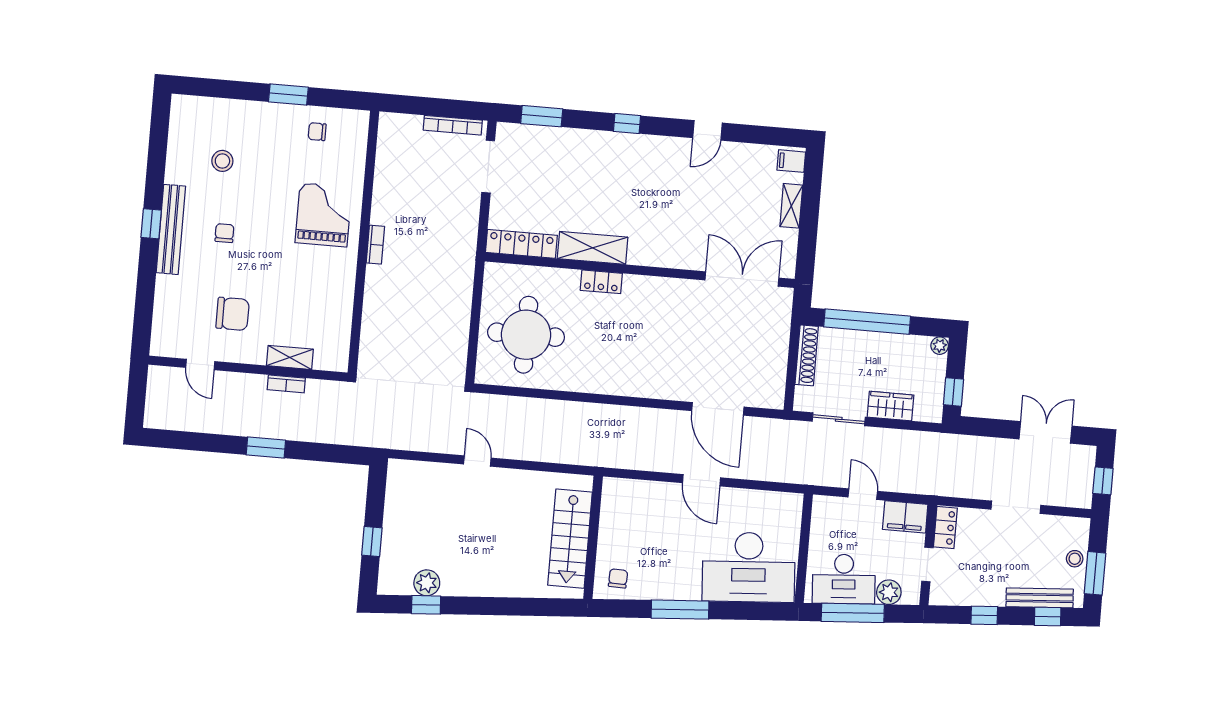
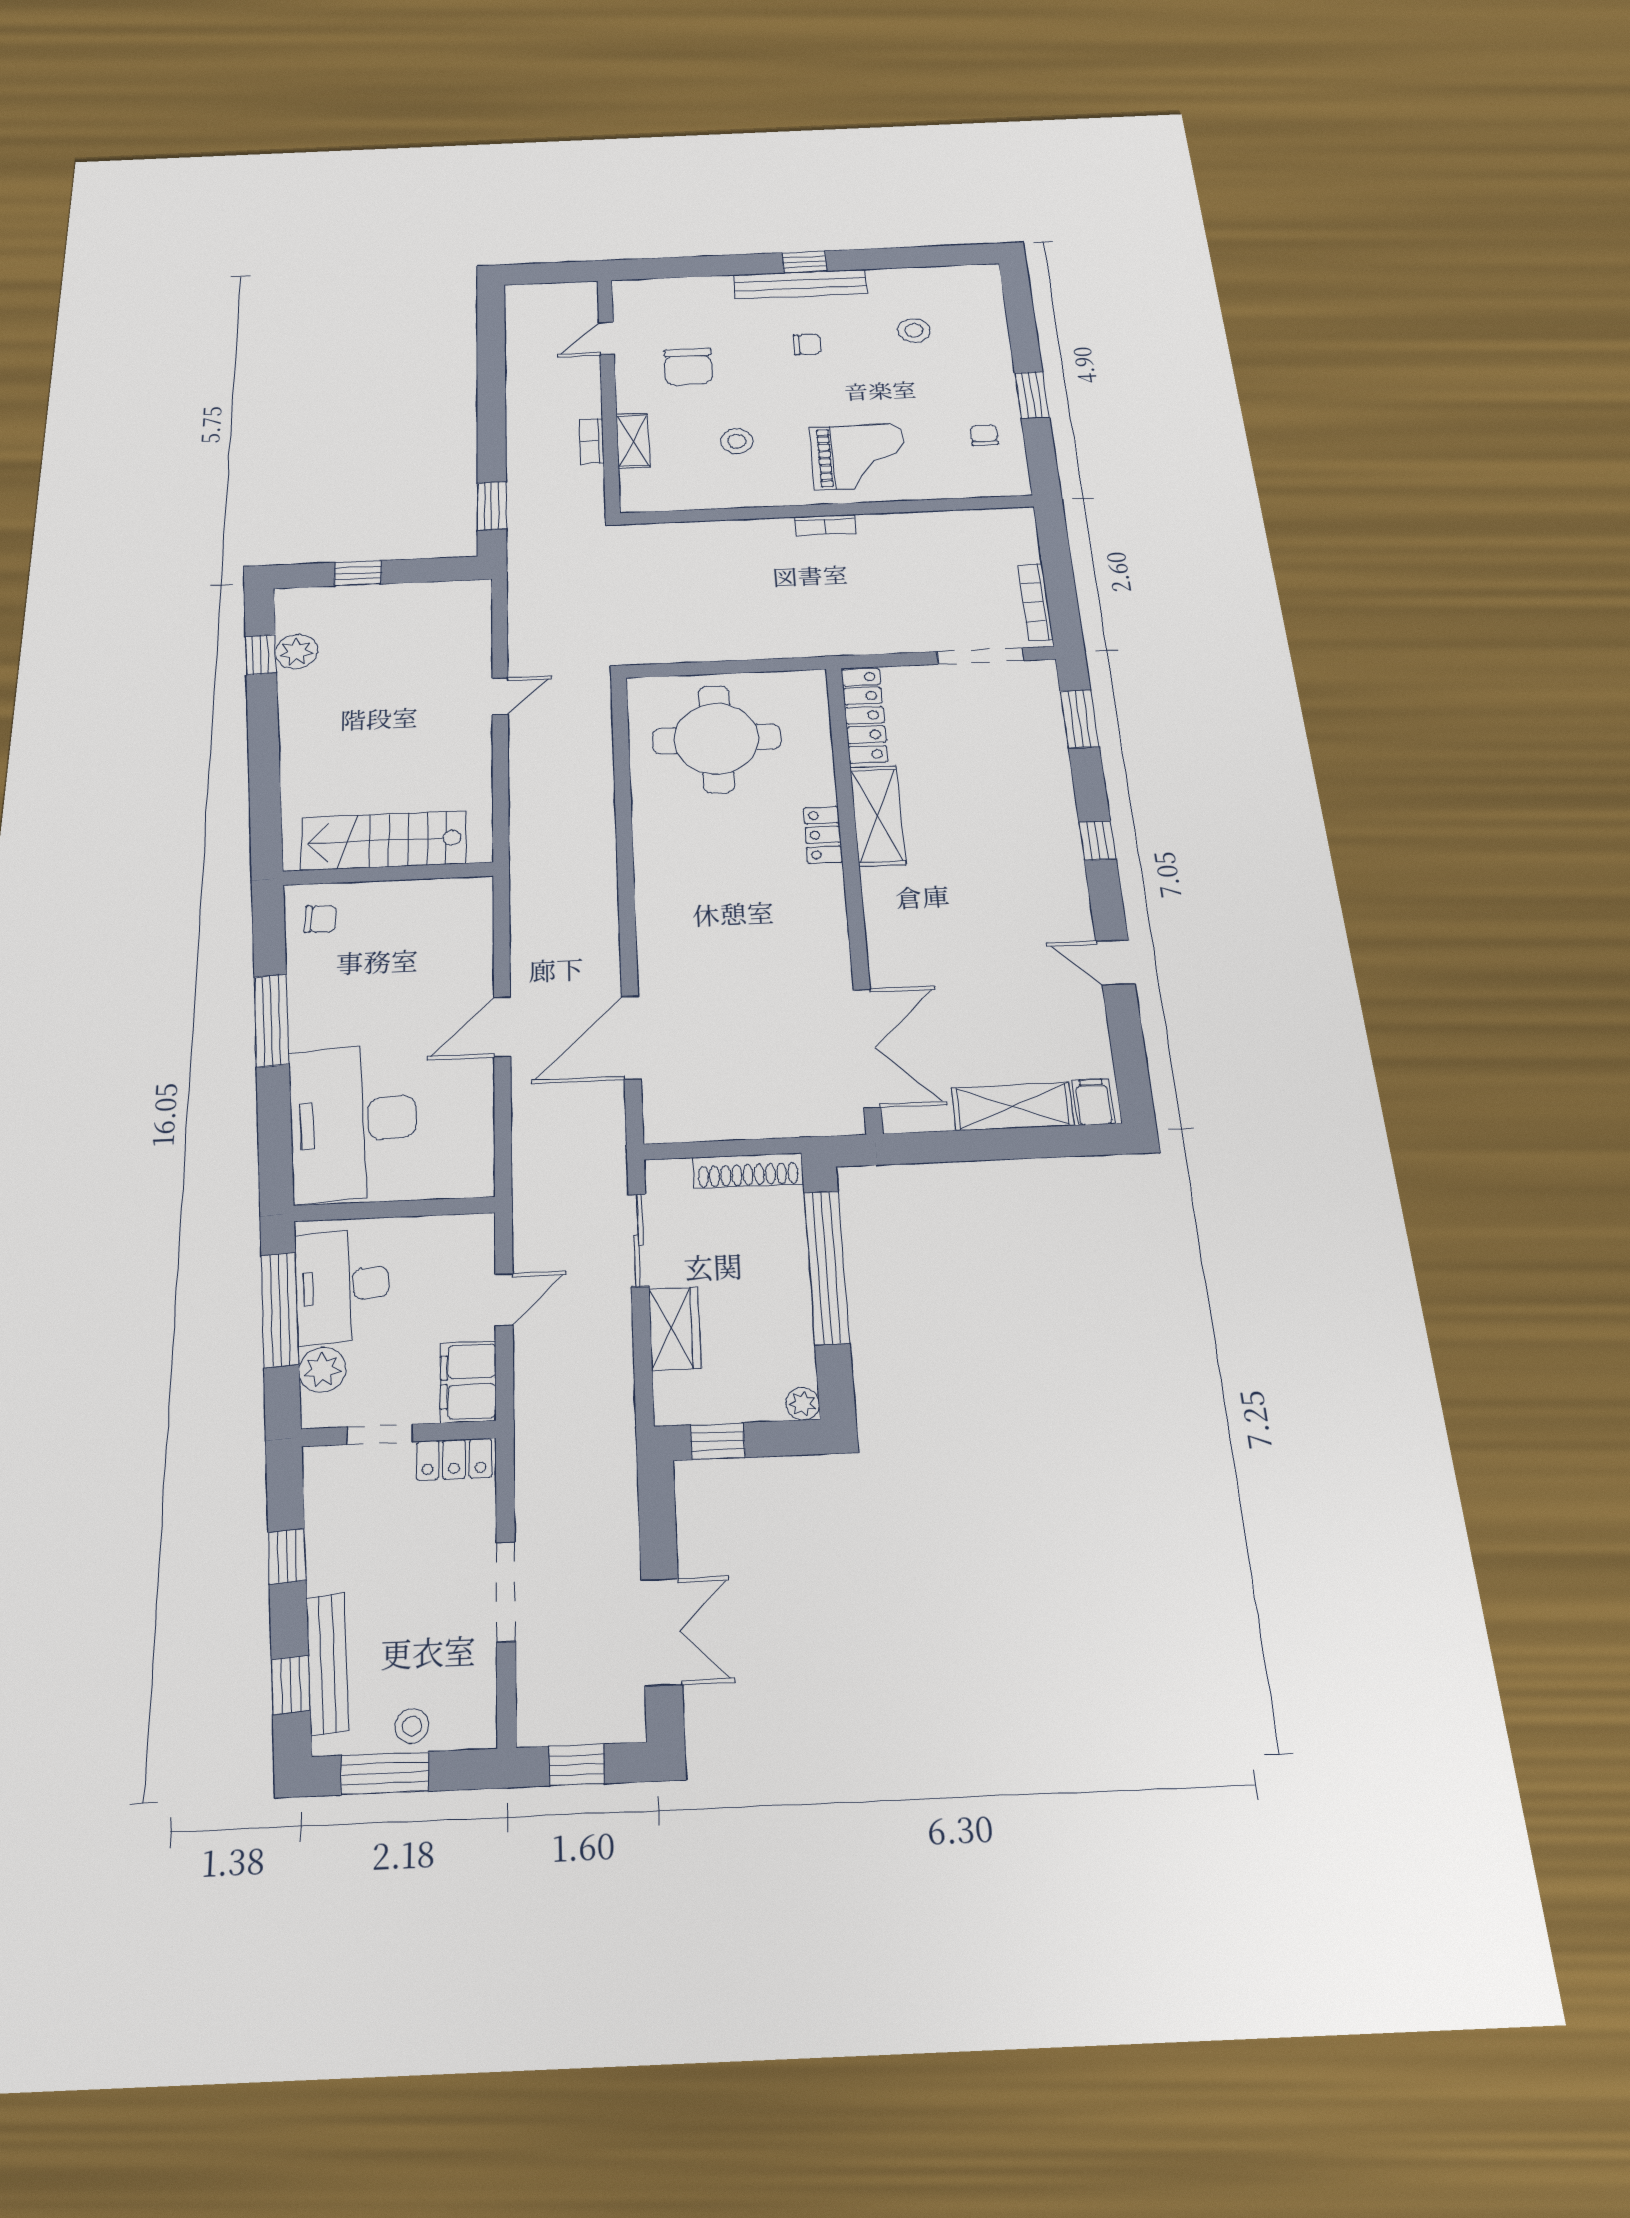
shelving: (791, 206) -> (1013, 1107), width x1.50, depth x1.33
stool: (300, 291) -> (737, 441), added
window: (266, 447) -> (492, 506), moved

